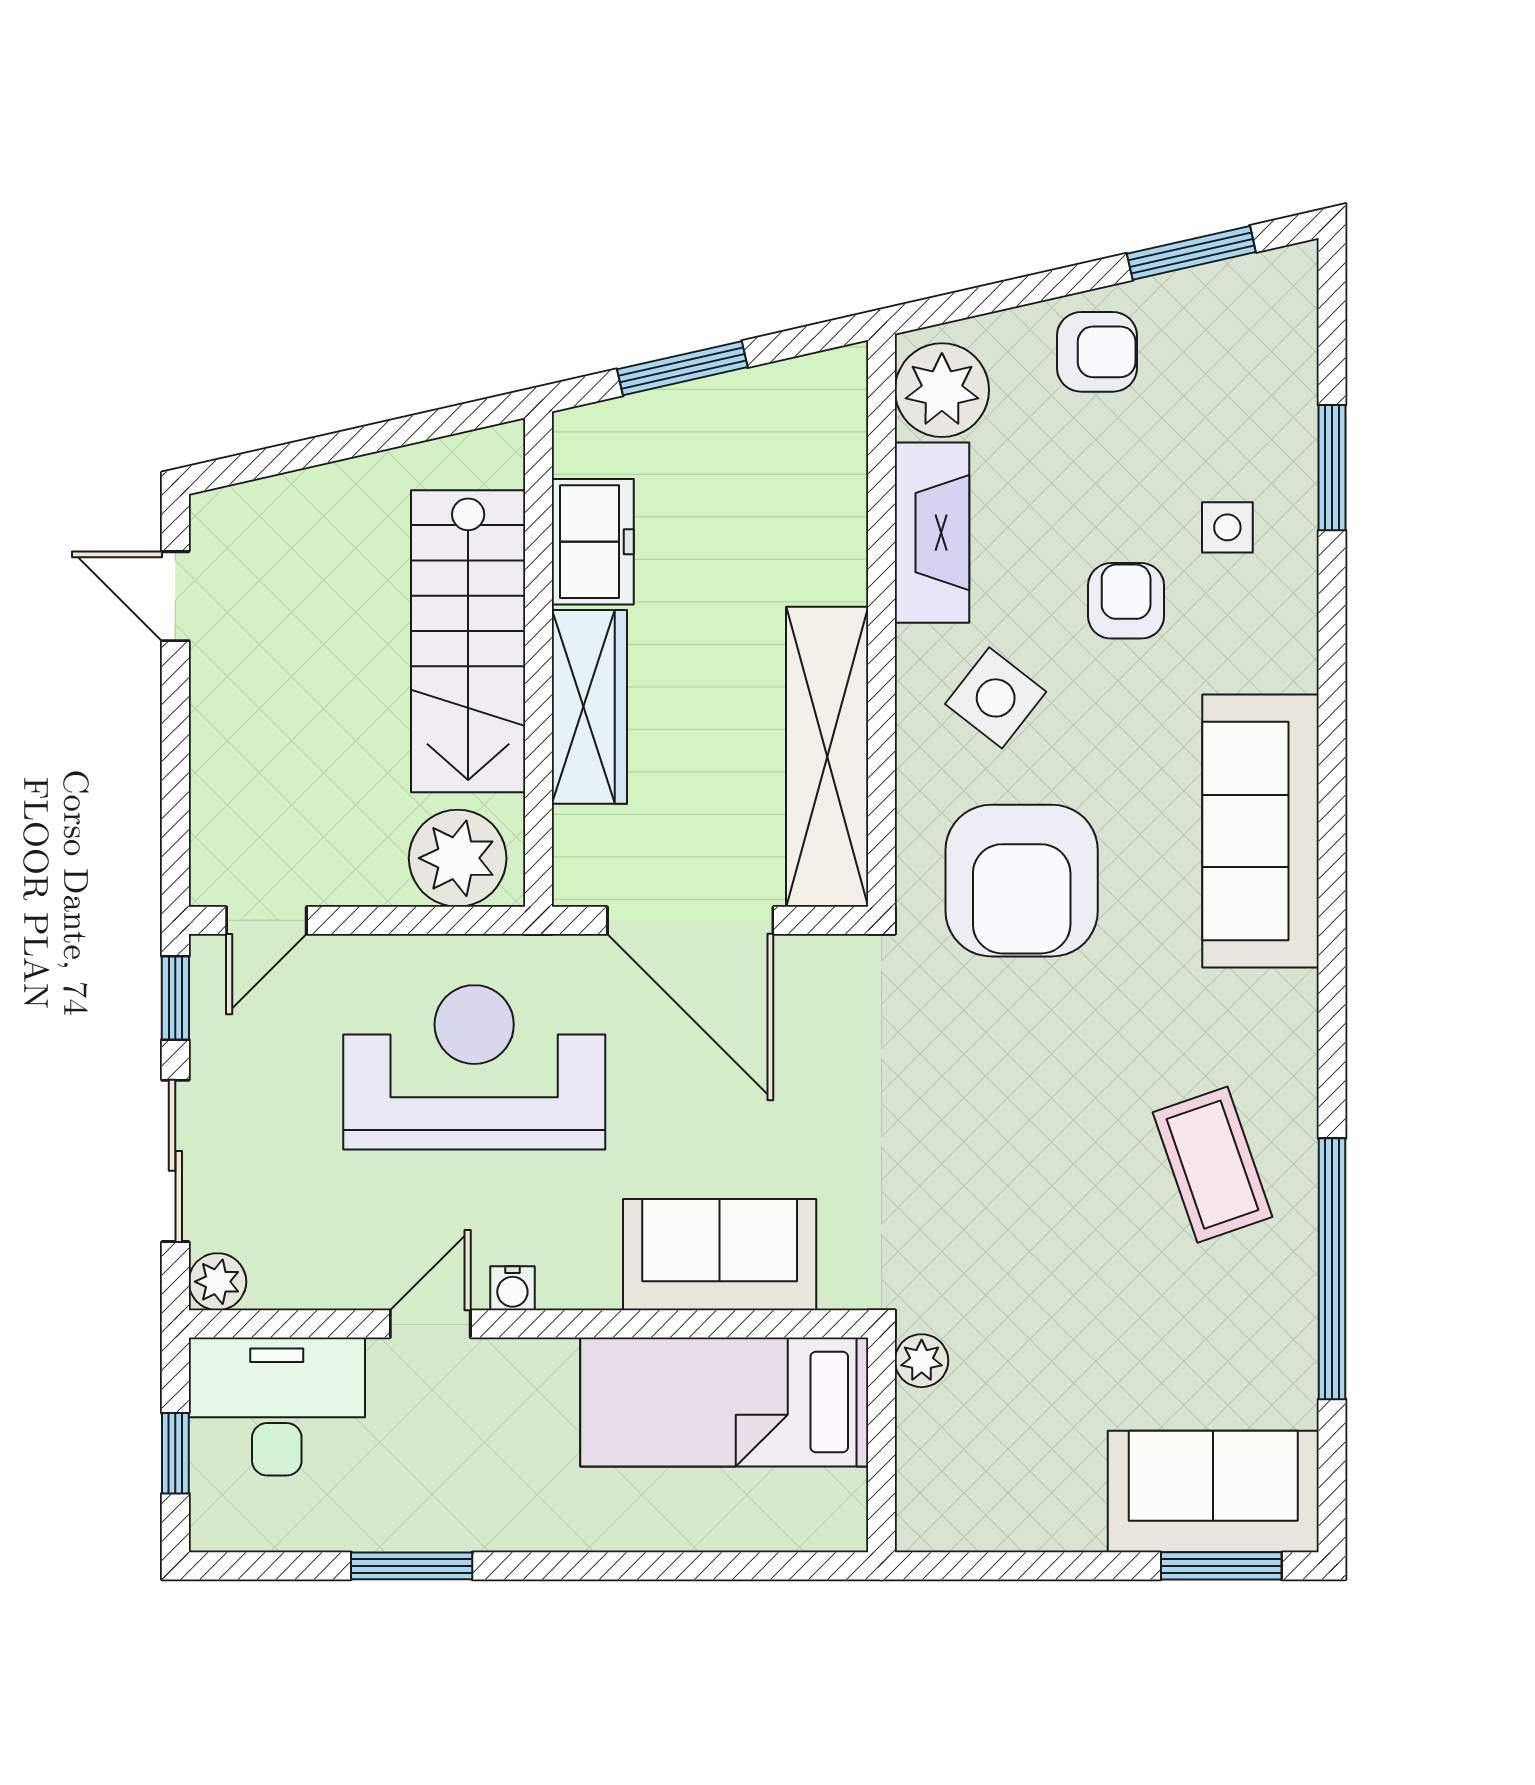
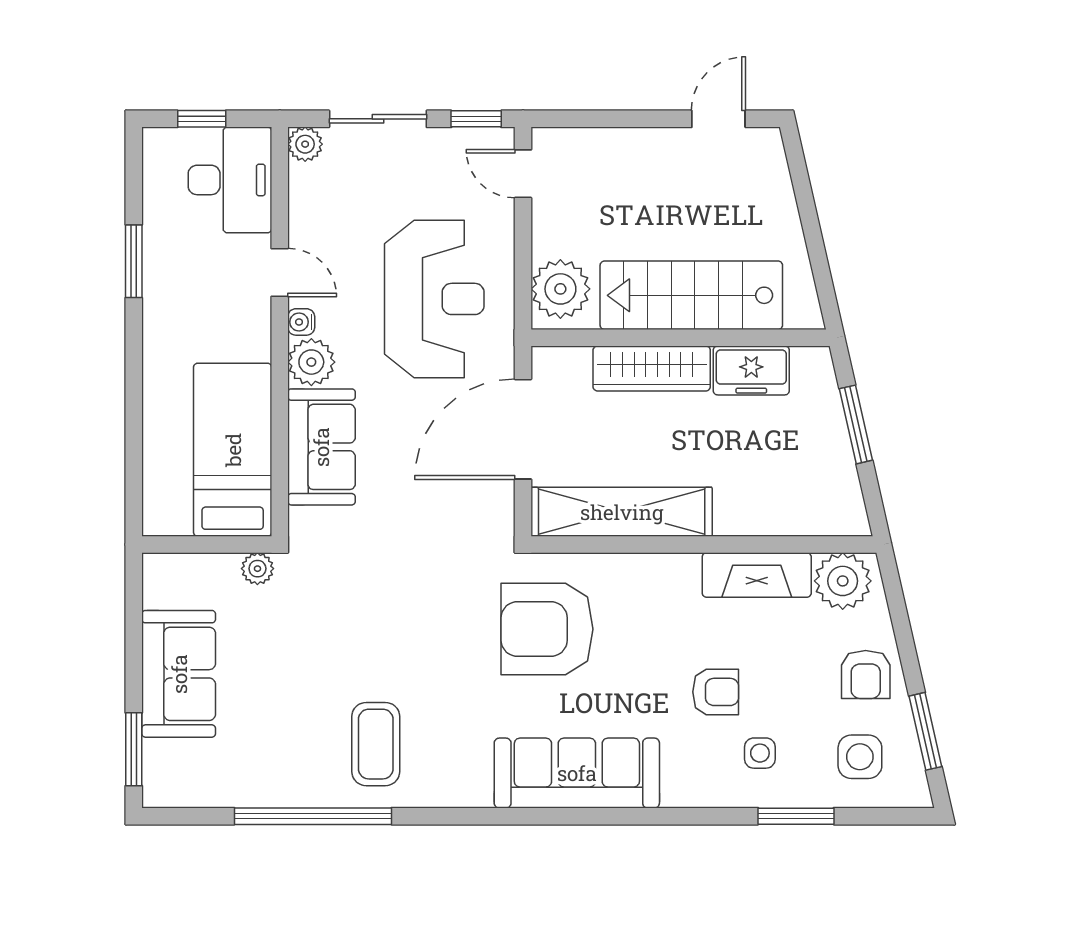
side table: (996, 698) -> (860, 757), moved, turned -38
coffee table: (1212, 1165) -> (376, 744), turned -71
plant: (579, 1271) -> (311, 362), added
sofa: (1213, 1492) -> (179, 674), moved

